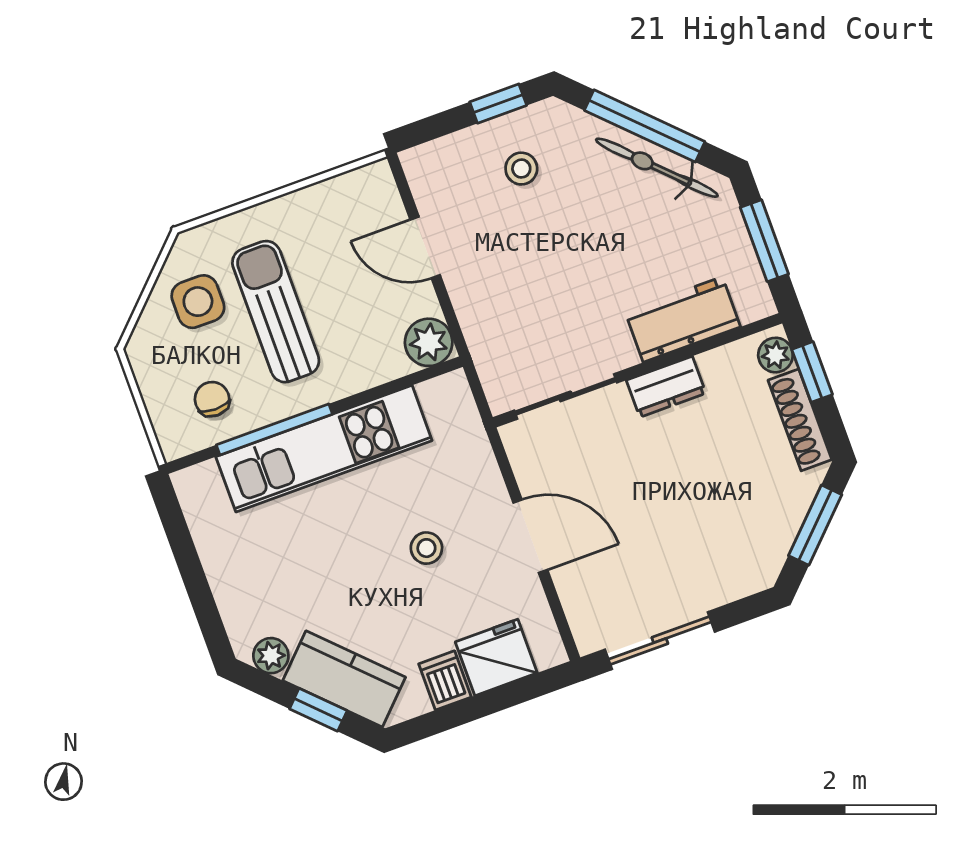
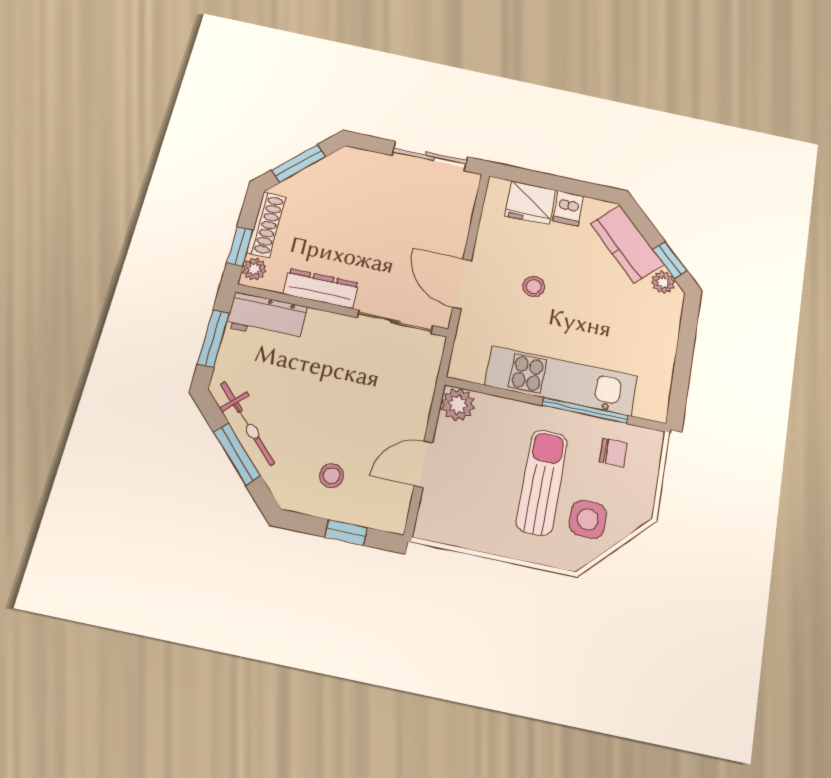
window: (498, 104) -> (346, 532), moved
window: (645, 126) -> (237, 454), width x0.69
door: (425, 247) -> (423, 464), swing flipped
sun lounger: (276, 312) -> (542, 482), turned 180
workbench: (683, 319) -> (267, 317), moved
dresser: (666, 387) -> (321, 288), width x1.44
chair: (212, 399) -> (613, 453), turned -90
door: (530, 536) -> (462, 284), moved
window: (318, 710) -> (670, 260), moved

